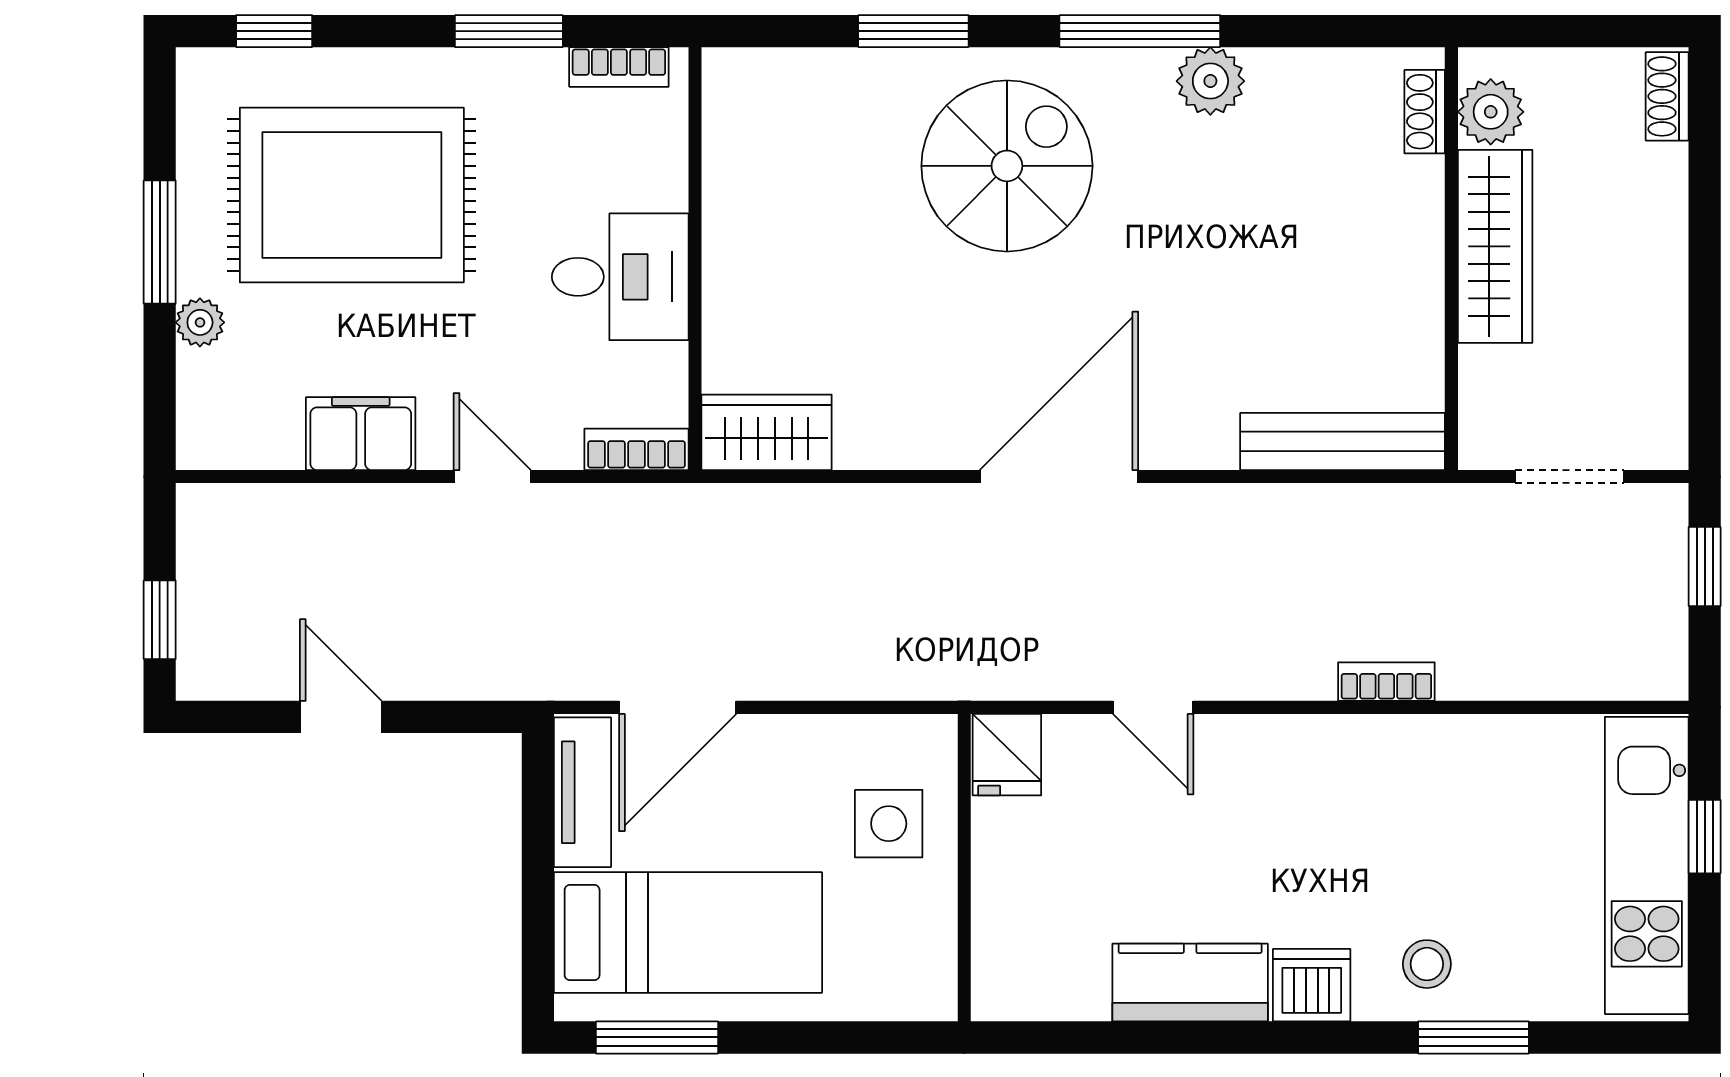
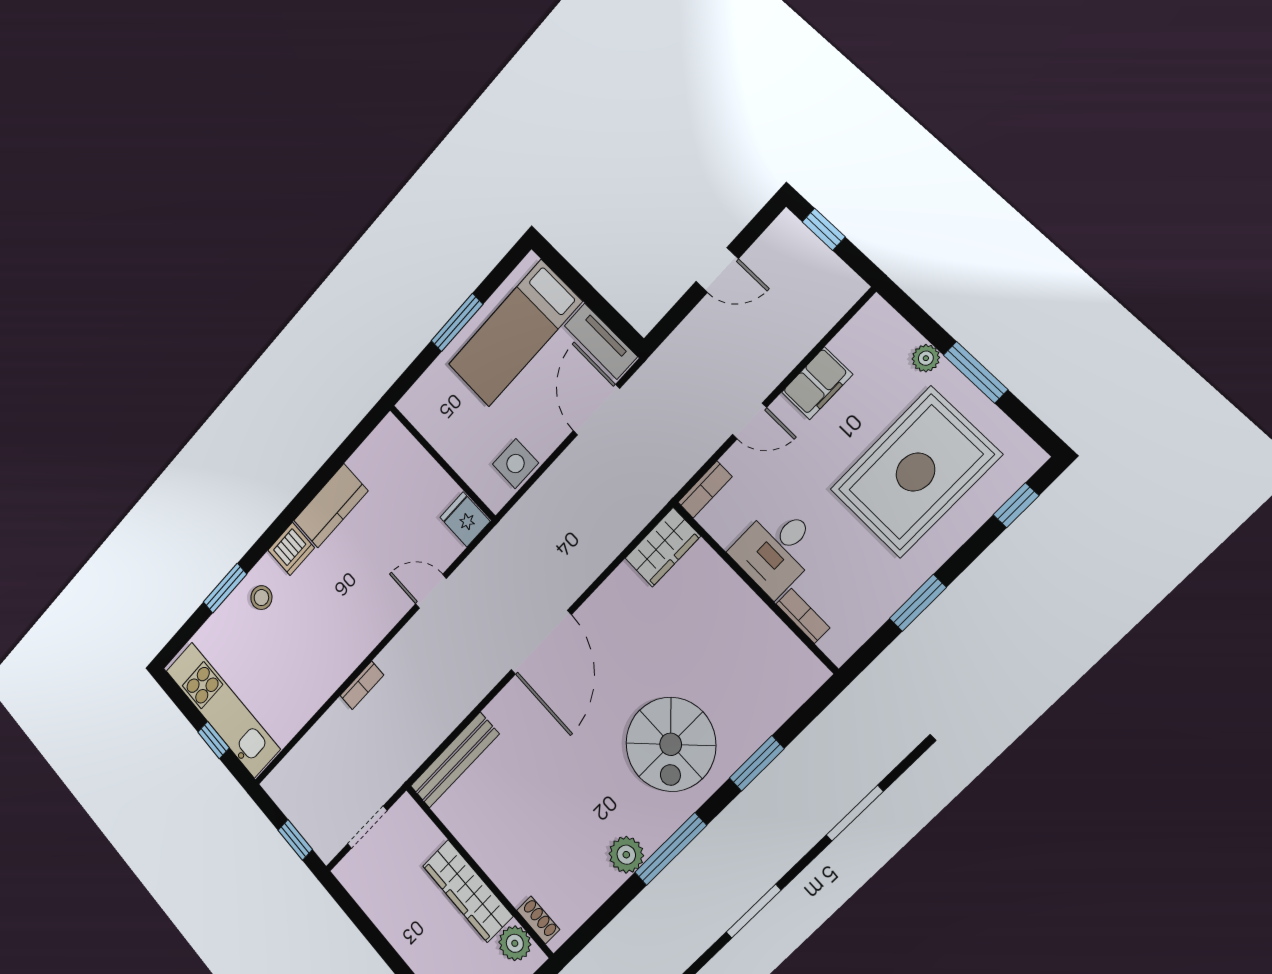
bookcase: (619, 67) -> (803, 616), moved, turned 90
side table: (889, 824) -> (515, 464), moved
window: (657, 1037) -> (457, 322), moved

